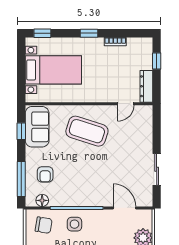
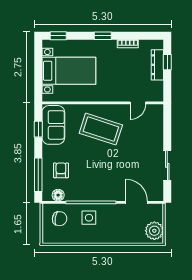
dresser: (146, 86) -> (157, 65), moved
armchair: (45, 174) -> (61, 170), turned 180

